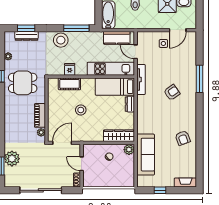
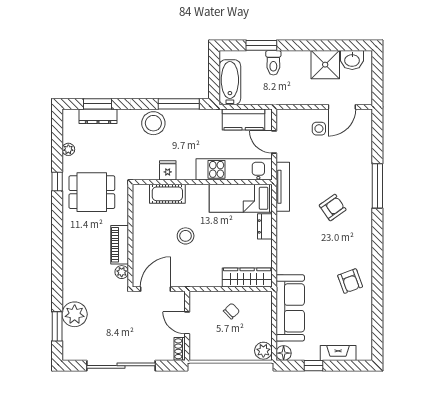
plant: (129, 150) -> (263, 351), moved
floor lamp: (141, 183) -> (284, 353), added
fireplace: (185, 183) -> (338, 353), moved

